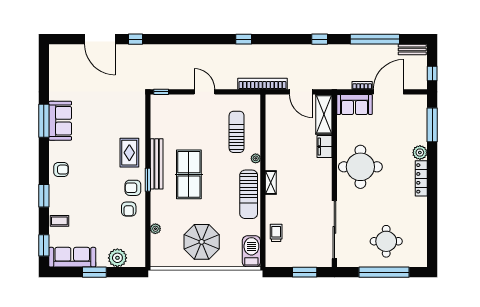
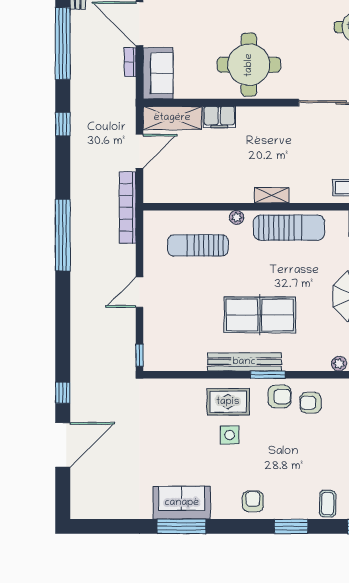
window: (244, 39) -> (63, 235), width x3.17
side table: (107, 154) -> (230, 435), added
armchair: (133, 188) -> (279, 396), turned -90
armchair: (129, 209) -> (311, 403), turned 180

